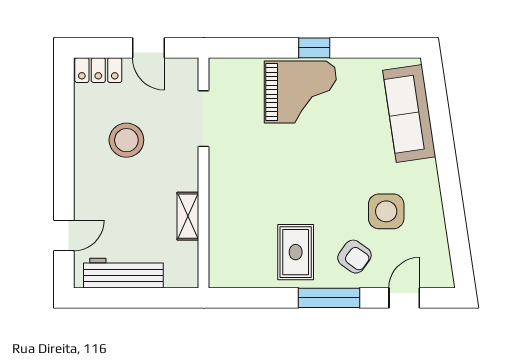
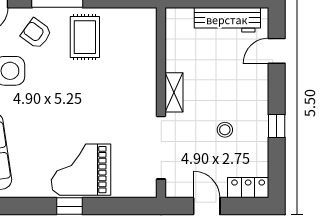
doorway: (204, 119) -> (161, 148), width x1.36
stool: (126, 140) -> (225, 130), width x0.53, depth x0.53
window: (64, 145) -> (277, 126), added
shelving: (188, 216) -> (174, 92), moved

